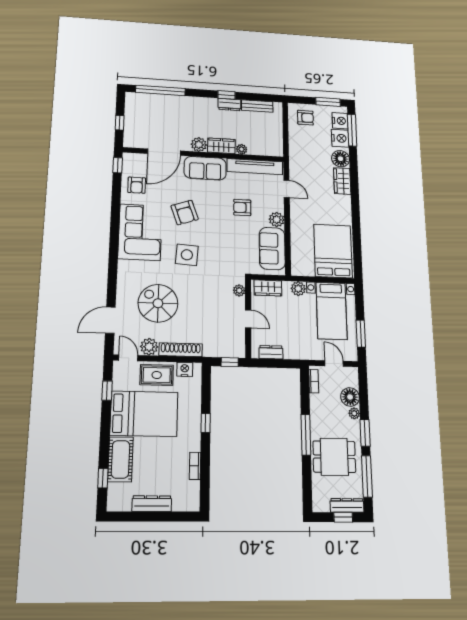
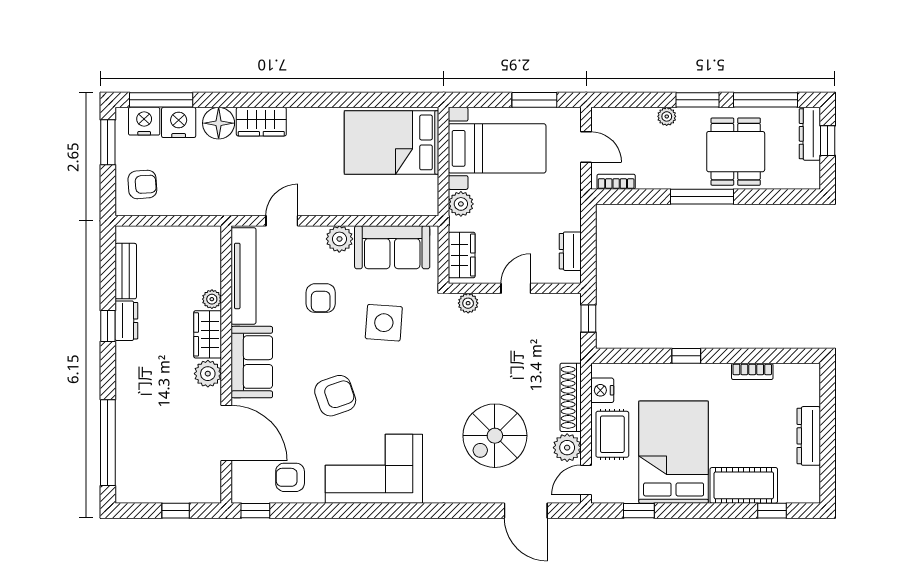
armchair: (305, 118) -> (142, 184), turned 86
armchair: (137, 185) -> (290, 477), turned 180
side table: (187, 255) -> (384, 323), moved
door: (334, 363) -> (586, 147), swing flipped
floor lamp: (350, 397) -> (640, 122), removed

